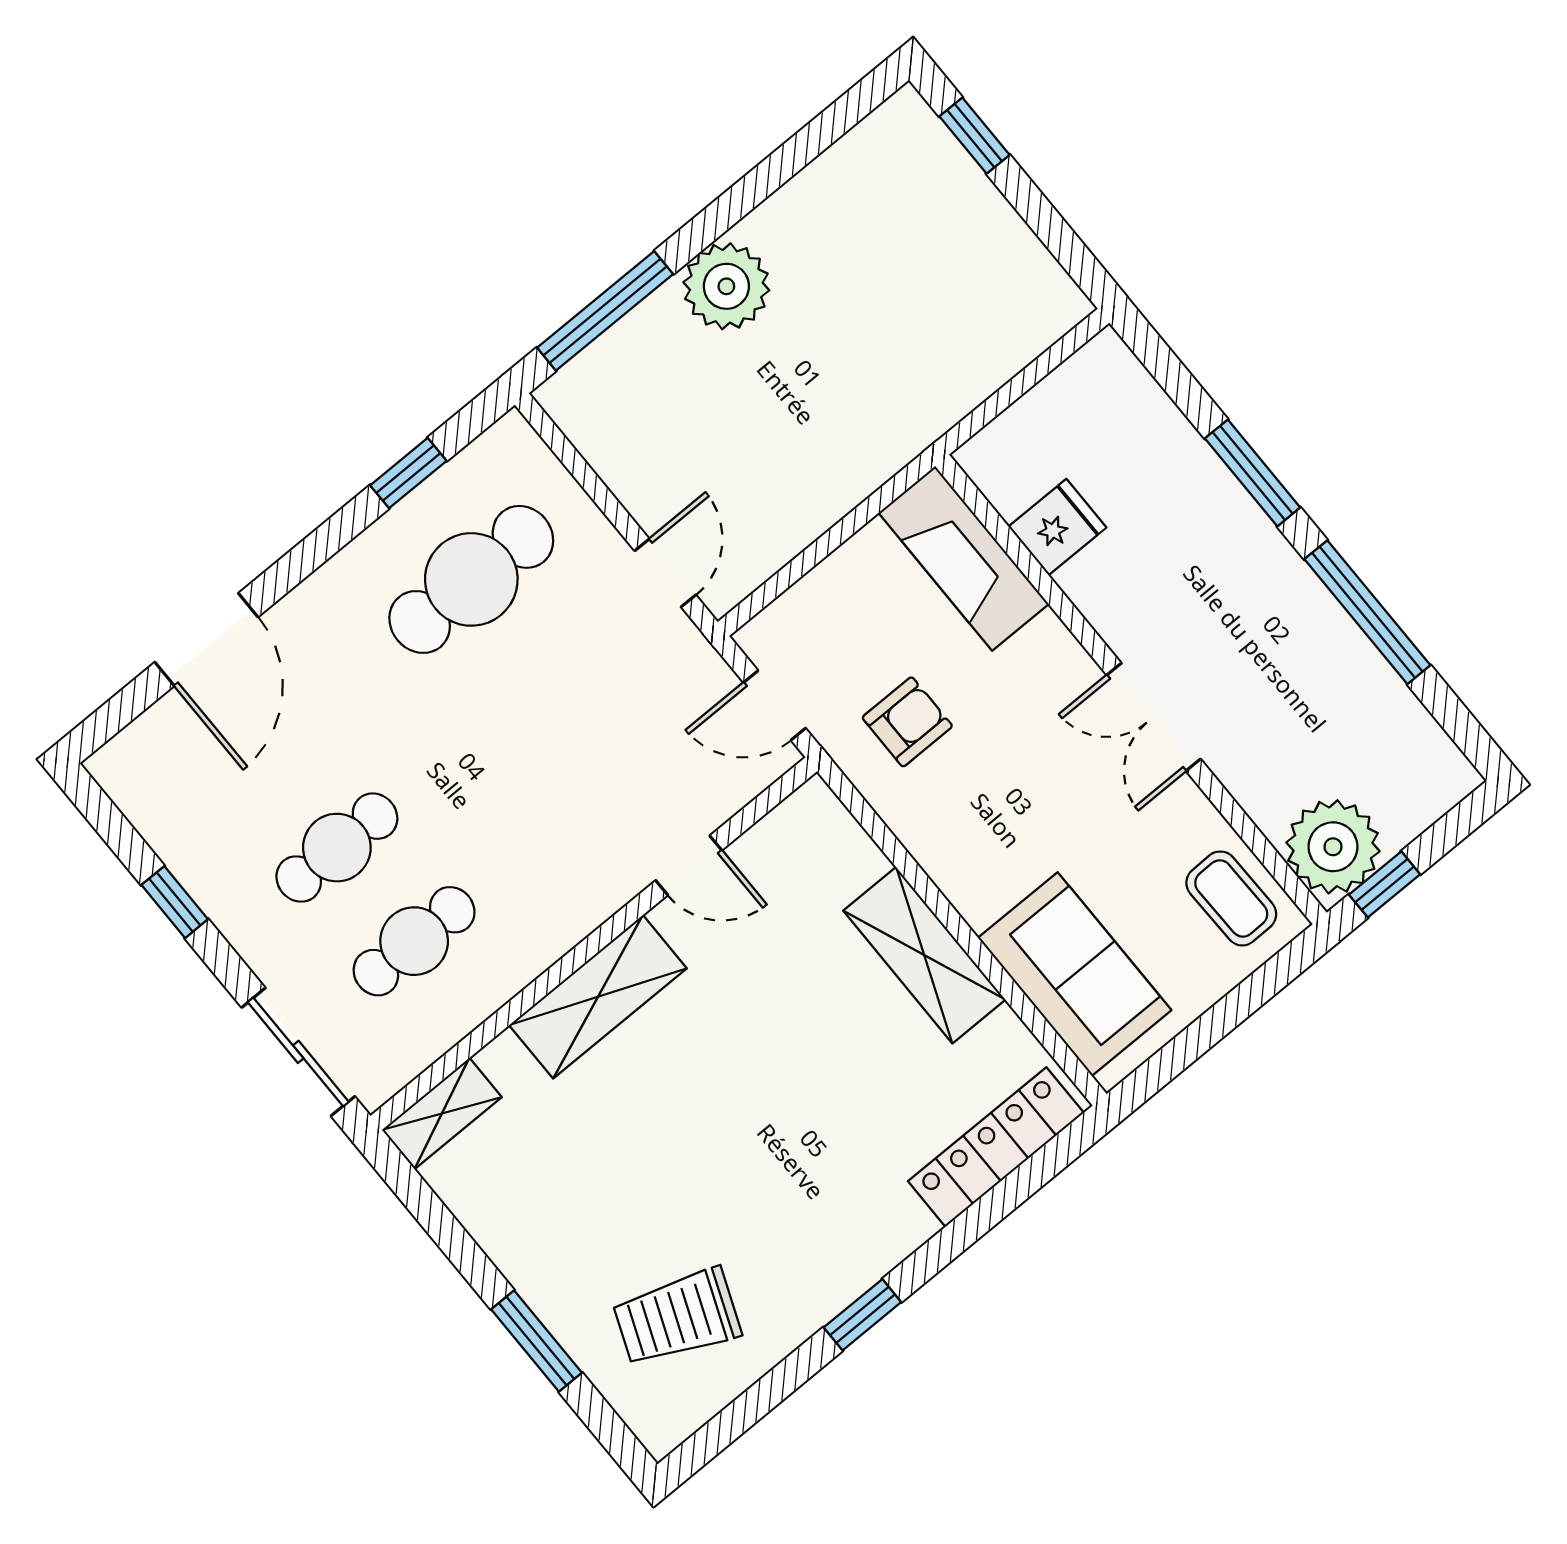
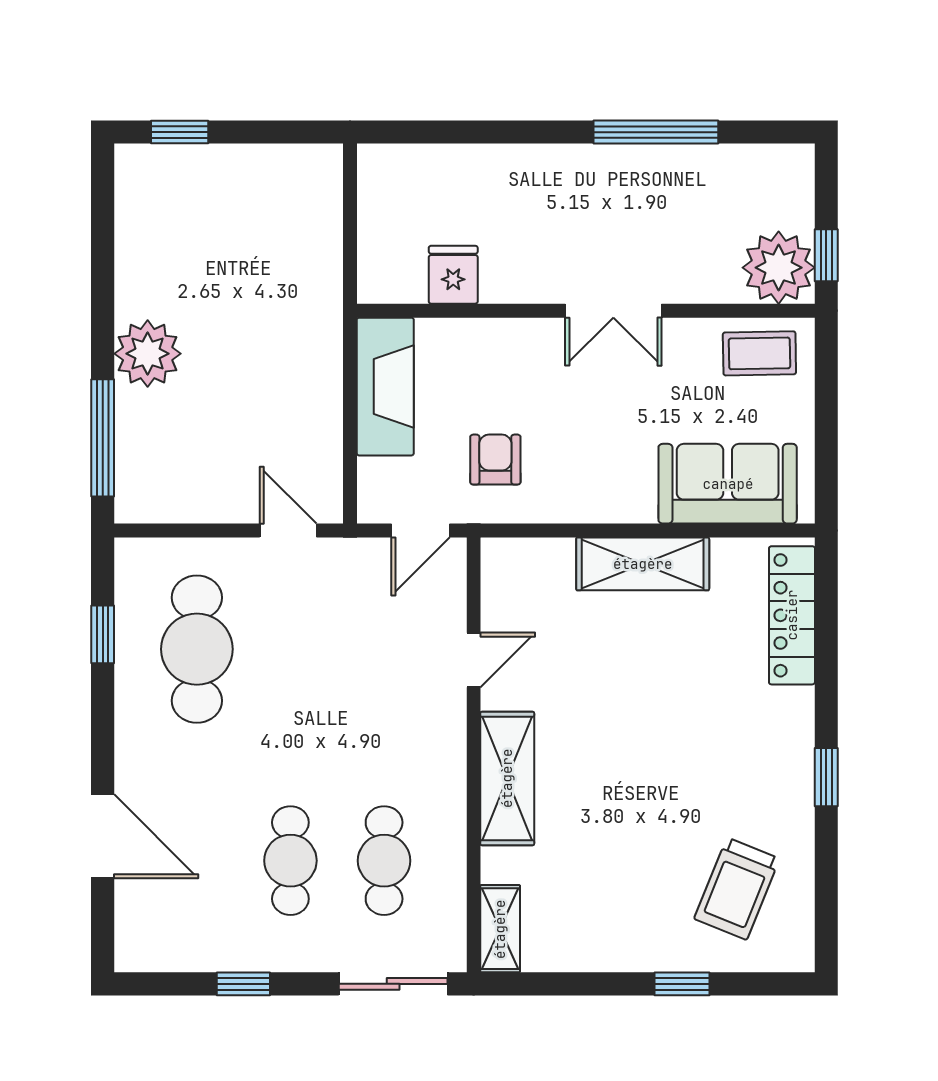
window: (1253, 473) -> (517, 132), removed
fireplace: (964, 558) -> (385, 387), moved, turned -90
window: (537, 1341) -> (682, 984), width x0.67

